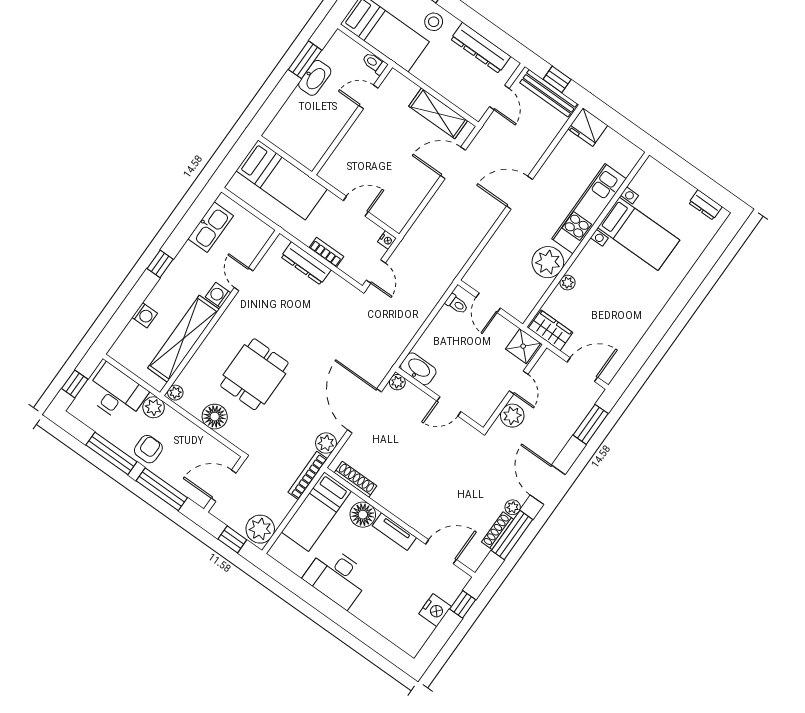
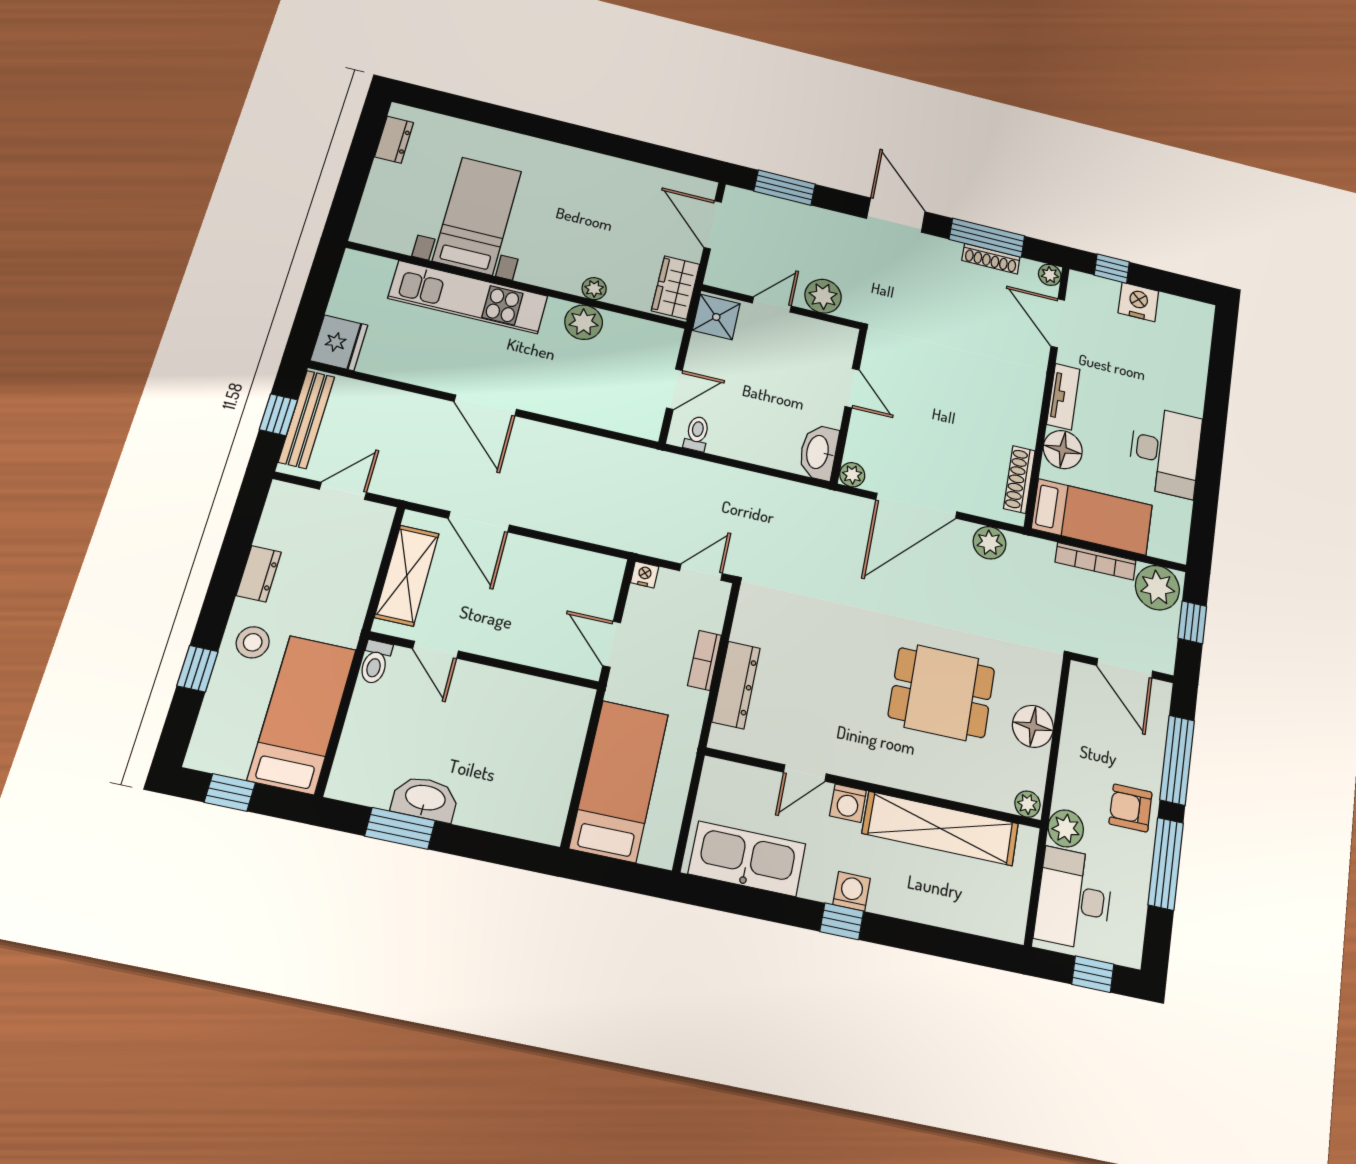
dresser: (481, 48) -> (259, 574), width x0.51, depth x0.80
toilet: (375, 63) -> (375, 662), moved
door: (368, 97) -> (436, 650), moved
wall: (352, 120) -> (484, 660), moved
kitchen sink: (211, 227) -> (747, 859), width x1.36, depth x1.24
plant: (548, 262) -> (584, 322), width x0.73, depth x0.73
washing machine: (145, 315) -> (852, 891), moved
bookcase: (308, 476) -> (1096, 561), moved
door: (548, 485) -> (896, 215), swing flipped
plant: (513, 507) -> (1050, 275), moved

